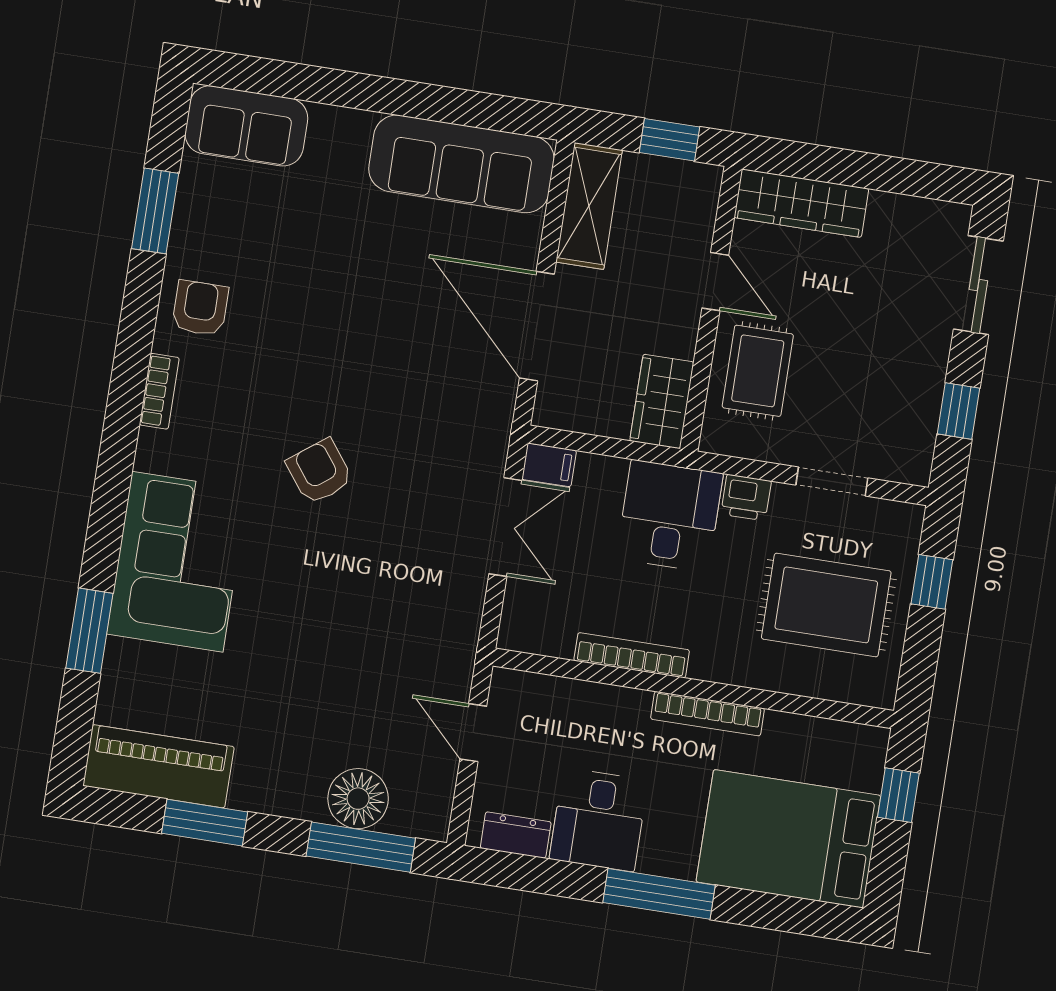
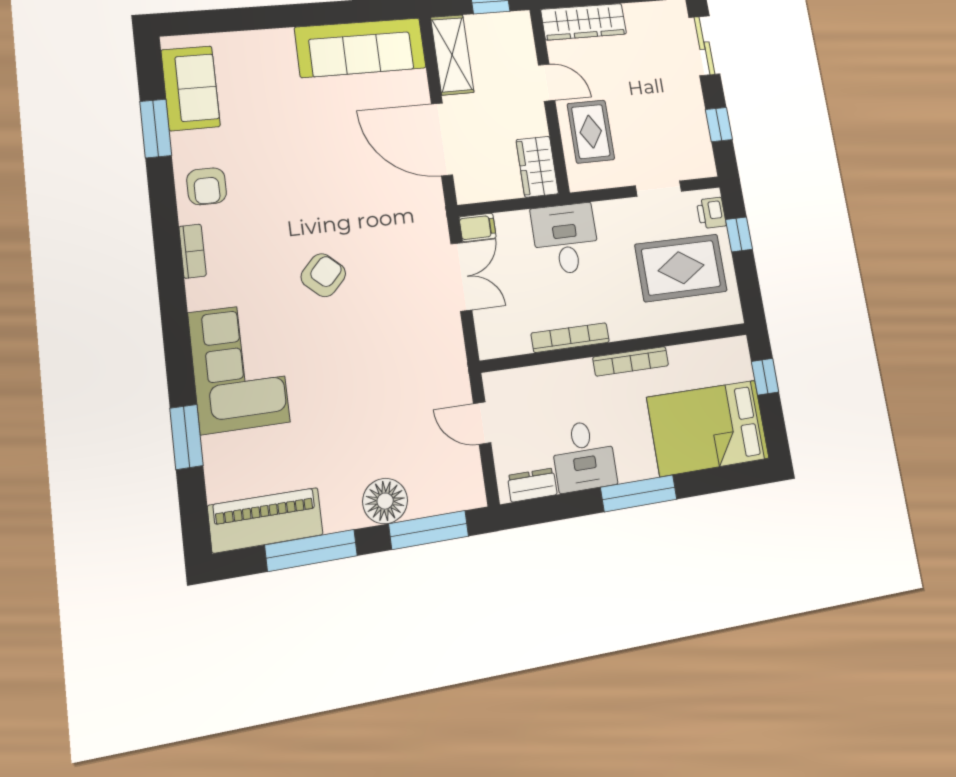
sofa: (246, 126) -> (191, 88), moved, turned -90
armchair: (200, 308) -> (207, 186), turned 180
armchair: (319, 471) -> (323, 275), turned 80
printer: (746, 498) -> (711, 213), moved, turned 90
floor lamp: (358, 799) -> (385, 501), moved
window: (205, 823) -> (311, 550), width x1.44

